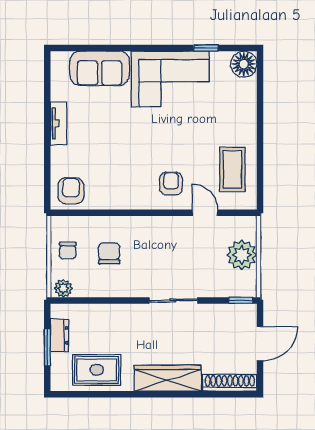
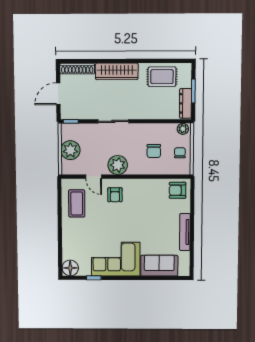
tv unit: (59, 124) -> (185, 232), width x1.41
armchair: (71, 191) -> (178, 190), turned 90
plant: (166, 231) -> (118, 165), added
dresser: (60, 335) -> (185, 103), width x1.44

